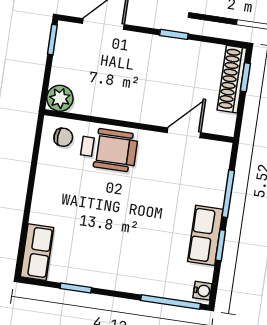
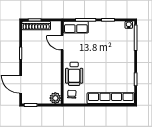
wheelchair: (109, 149) -> (74, 74), turned 180
row of seats: (205, 235) -> (76, 27), moved
row of seats: (37, 252) -> (111, 98), width x2.02

